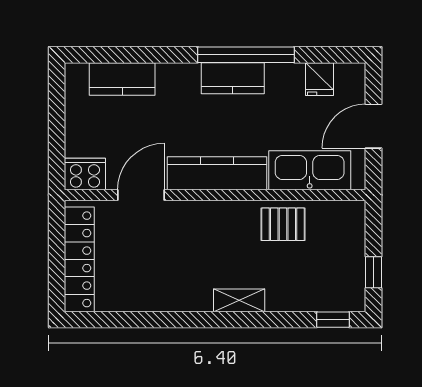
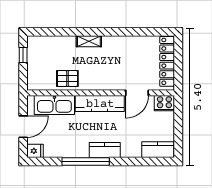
kitchen counter: (233, 78) -> (105, 150), moved
kitchen counter: (122, 79) -> (158, 150), moved
fridge: (319, 79) -> (35, 151), moved, turned 90
window: (333, 320) -> (43, 32), removed

